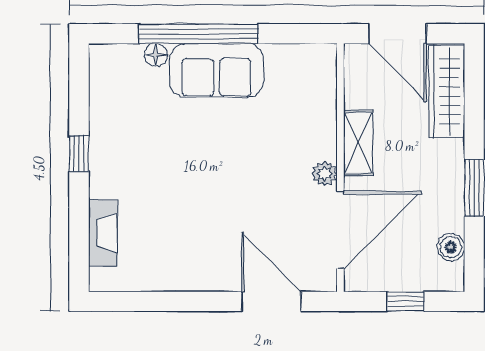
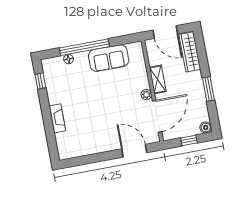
sofa: (217, 70) -> (109, 58), moved
window: (79, 154) -> (40, 81), moved
fireplace: (103, 233) -> (57, 118), moved
boiler: (451, 247) -> (206, 128), moved

